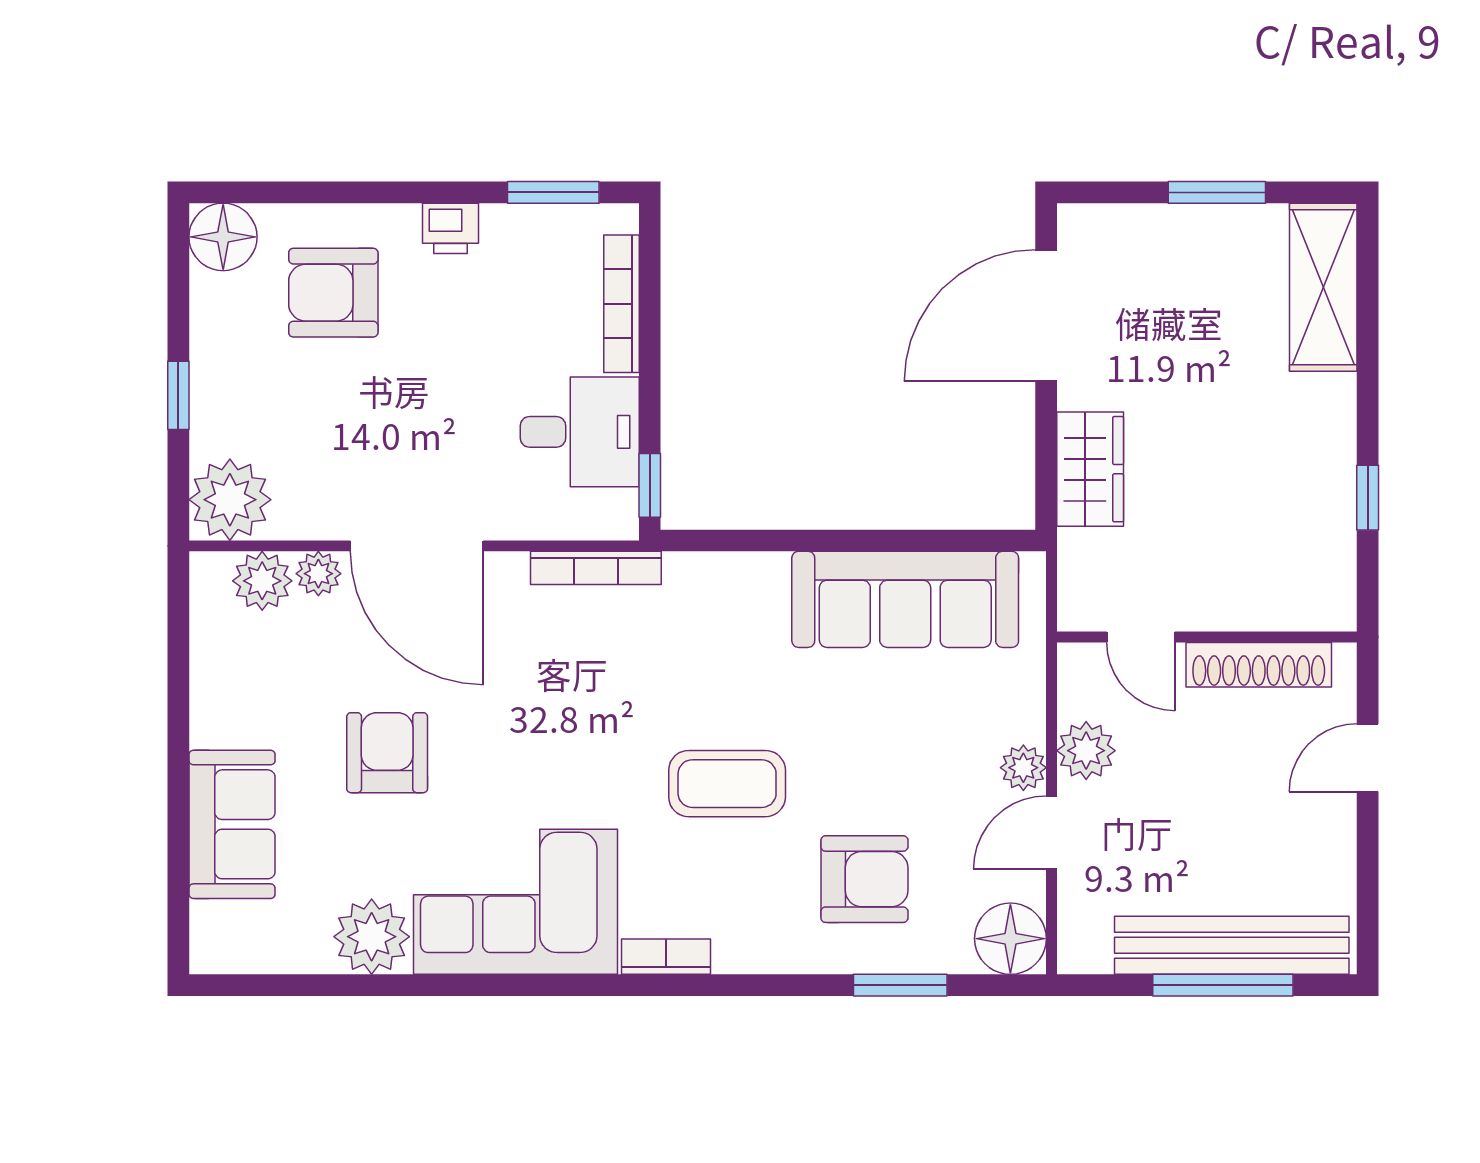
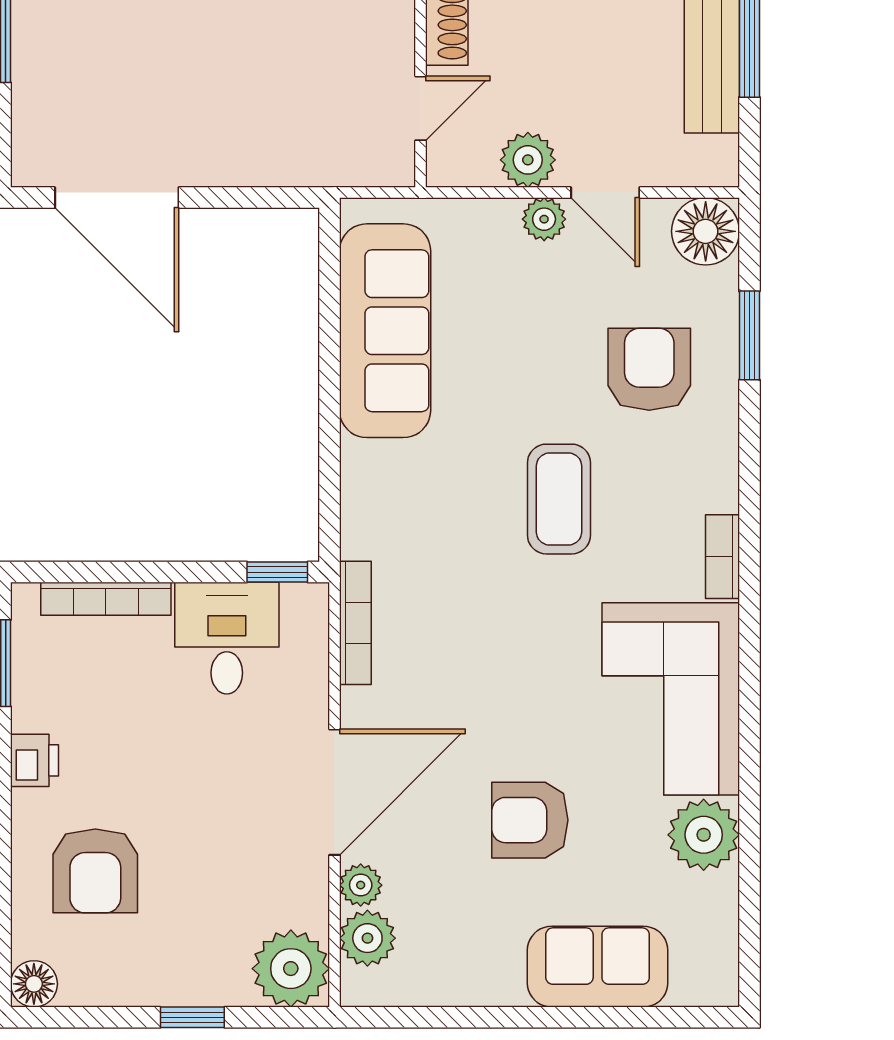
floor lamp: (223, 237) -> (34, 984), width x0.73, depth x0.73
wardrobe: (1090, 469) -> (262, 156), removed

